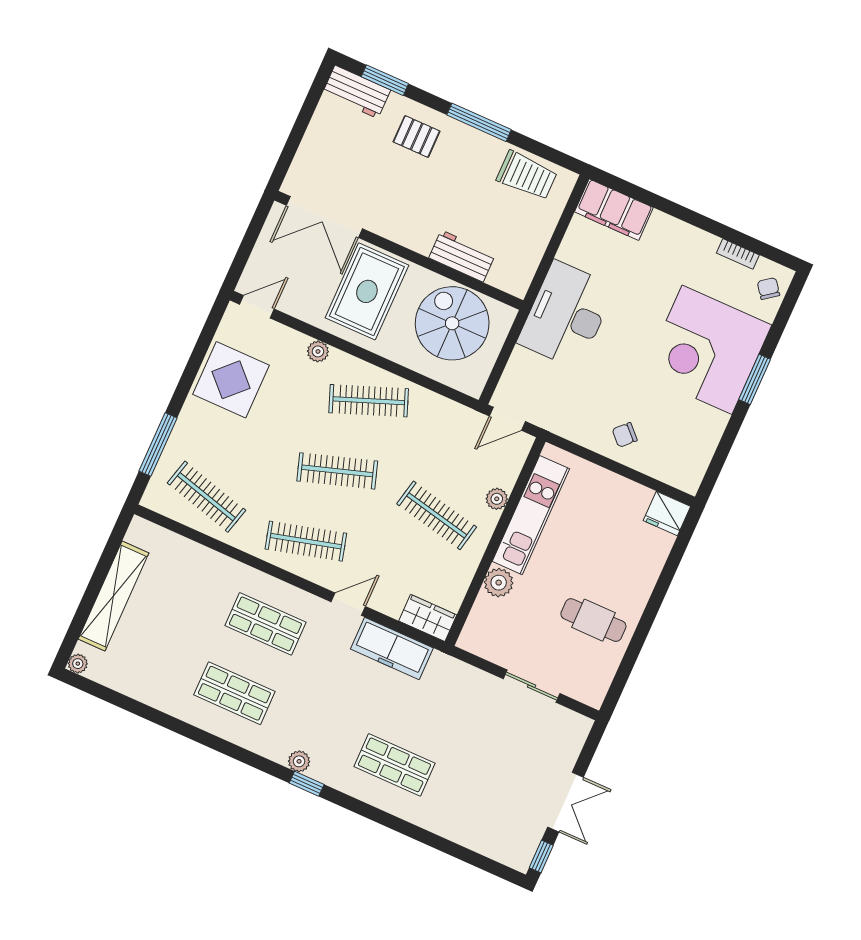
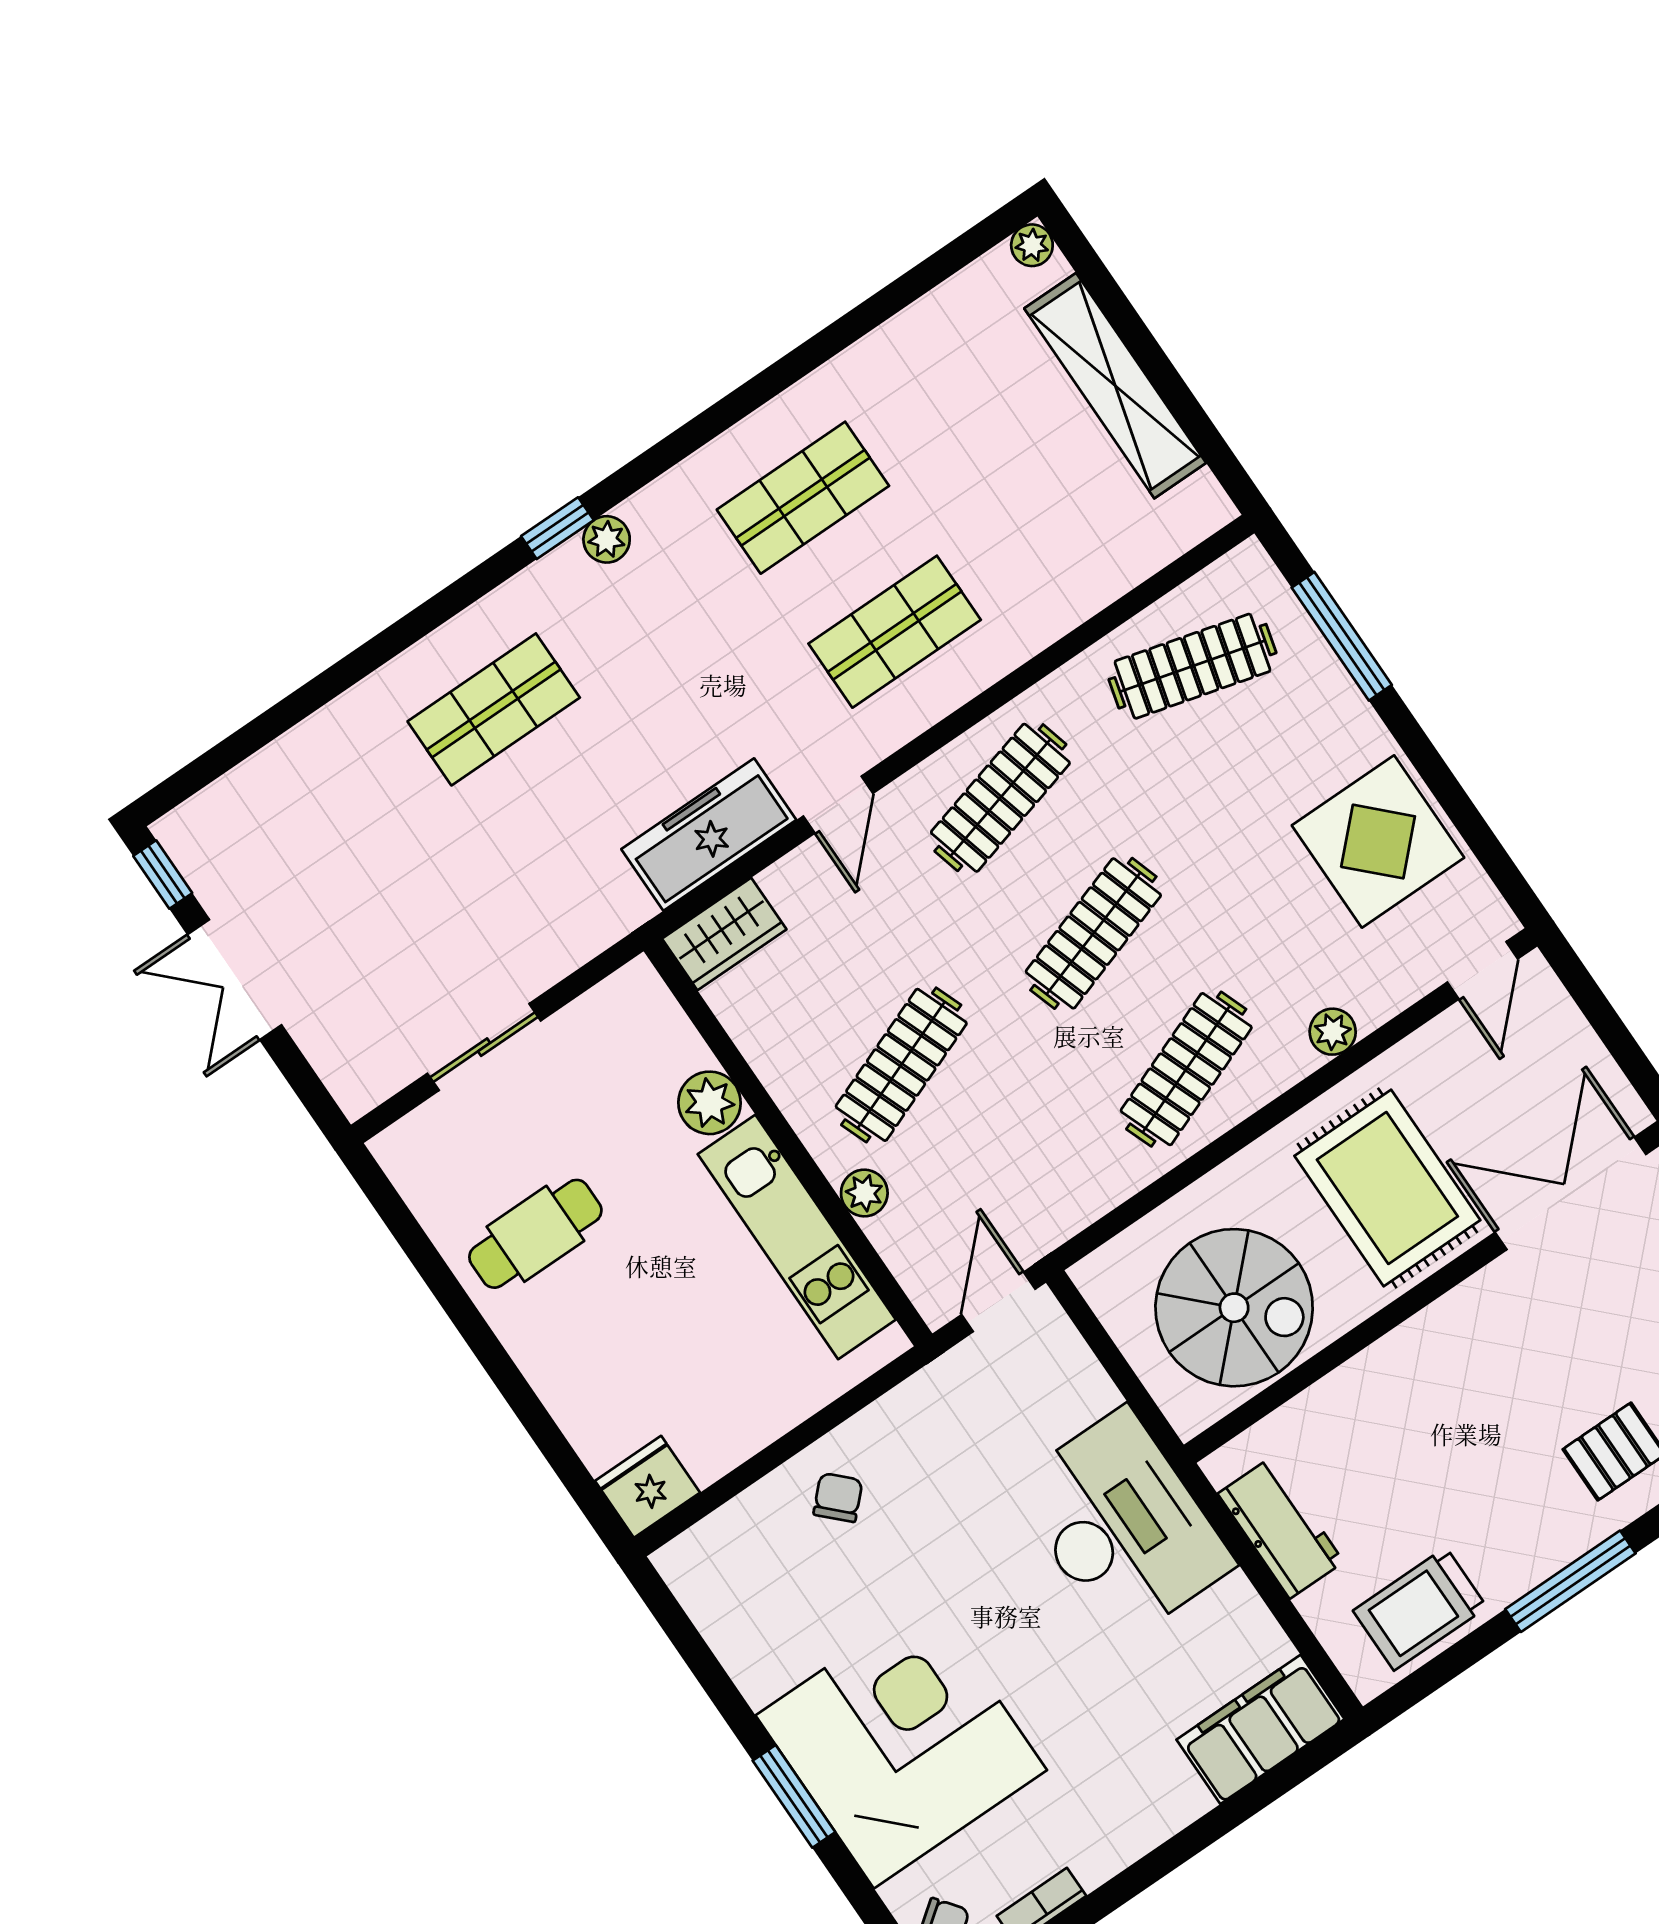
workbench: (462, 256) -> (1281, 1528), moved, turned -90
clothes rail: (437, 515) -> (901, 1065), turned -33

